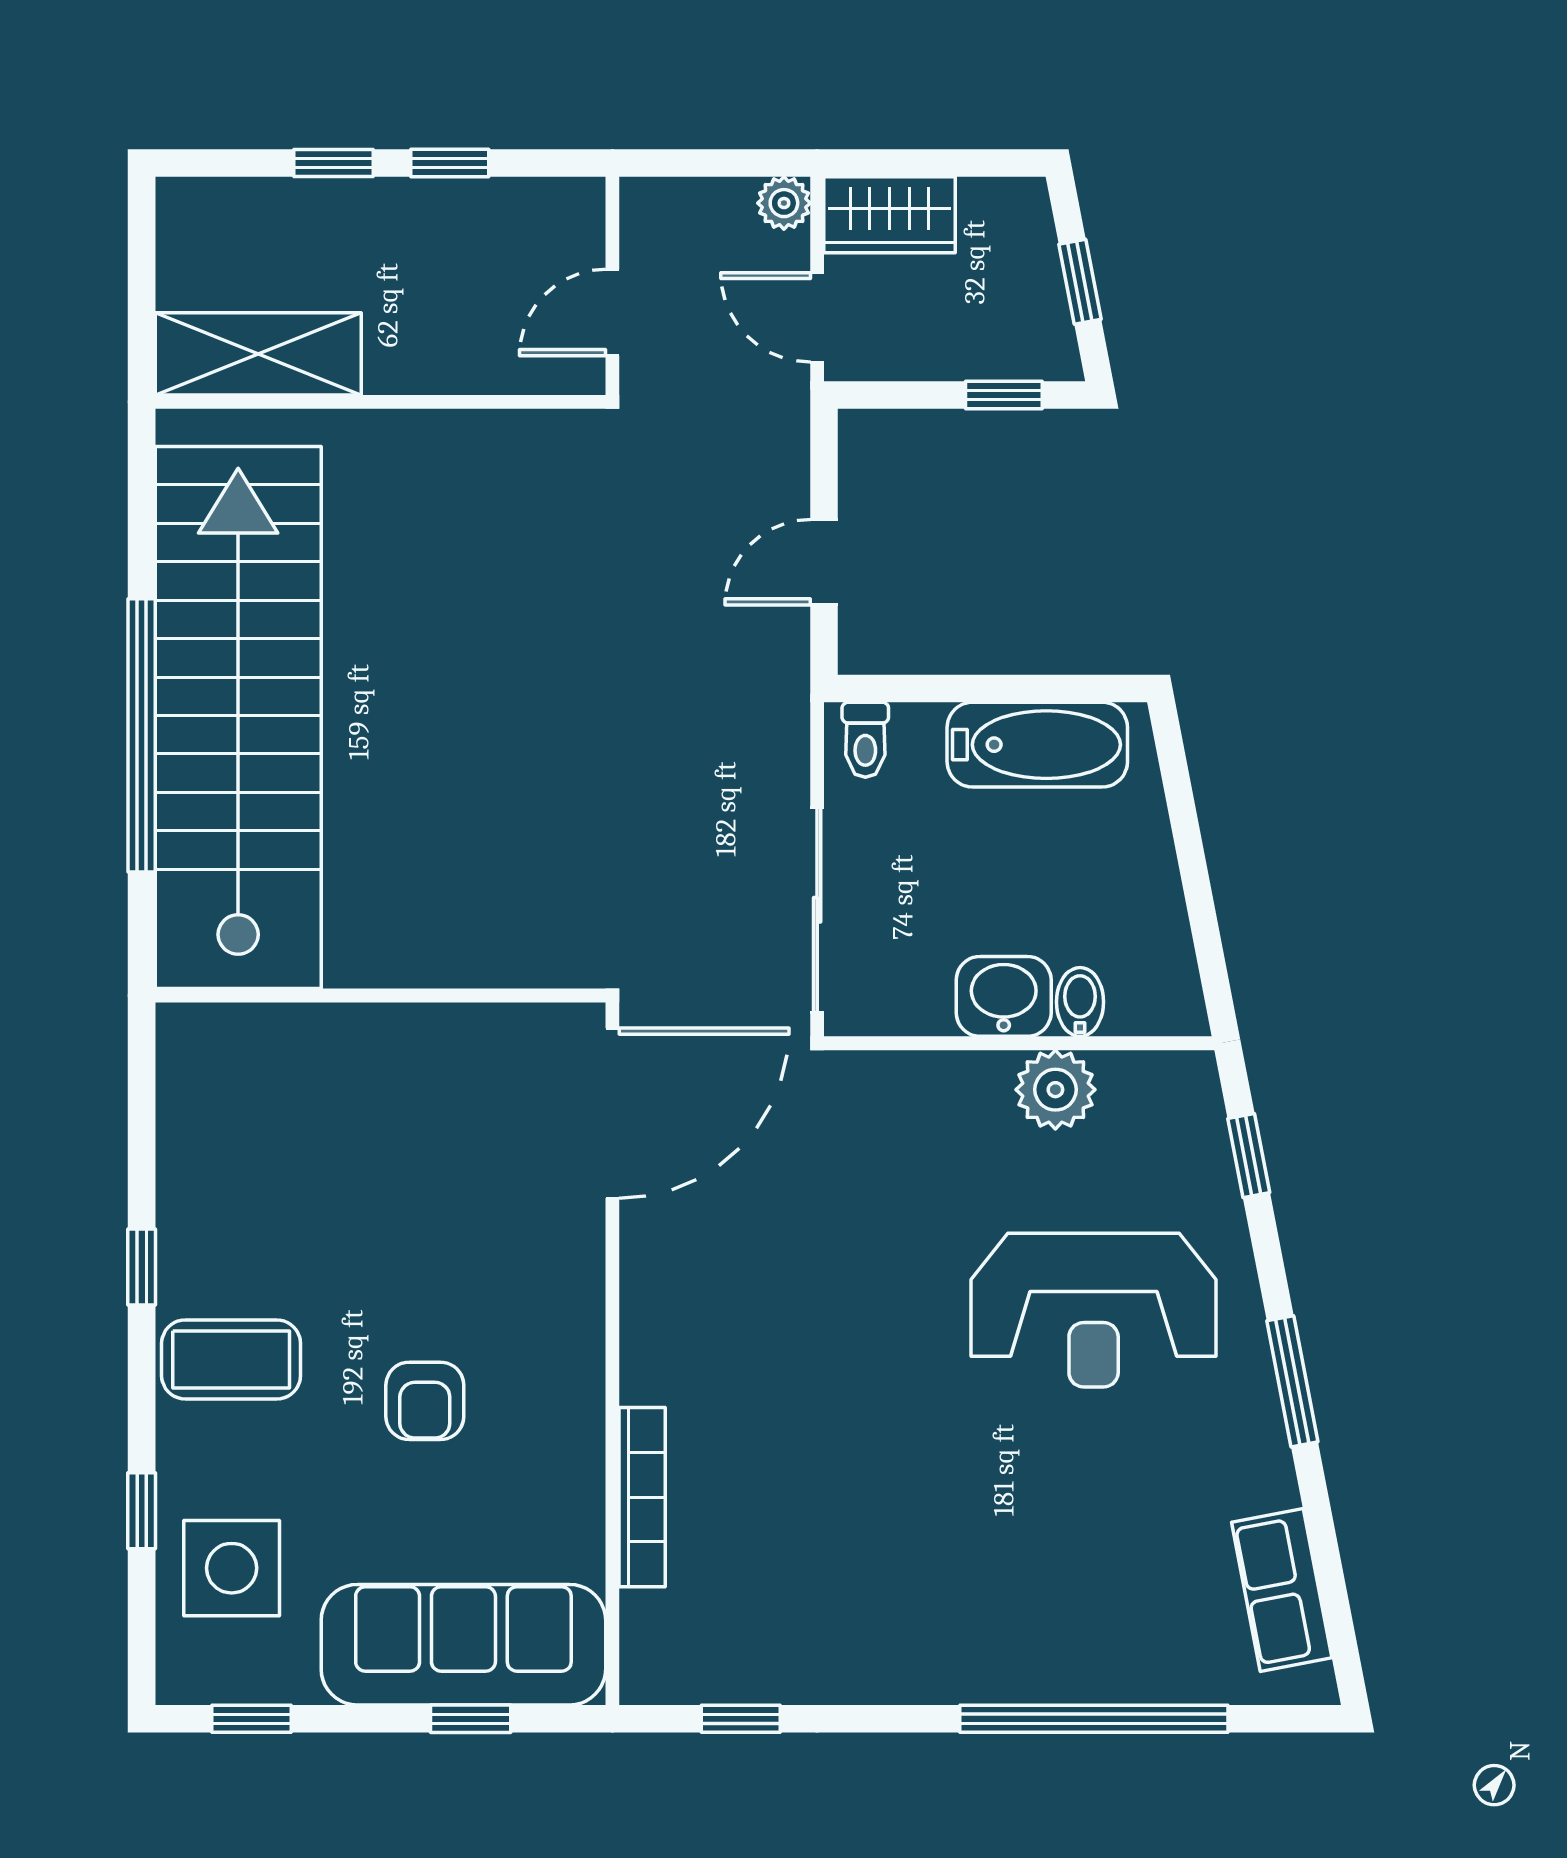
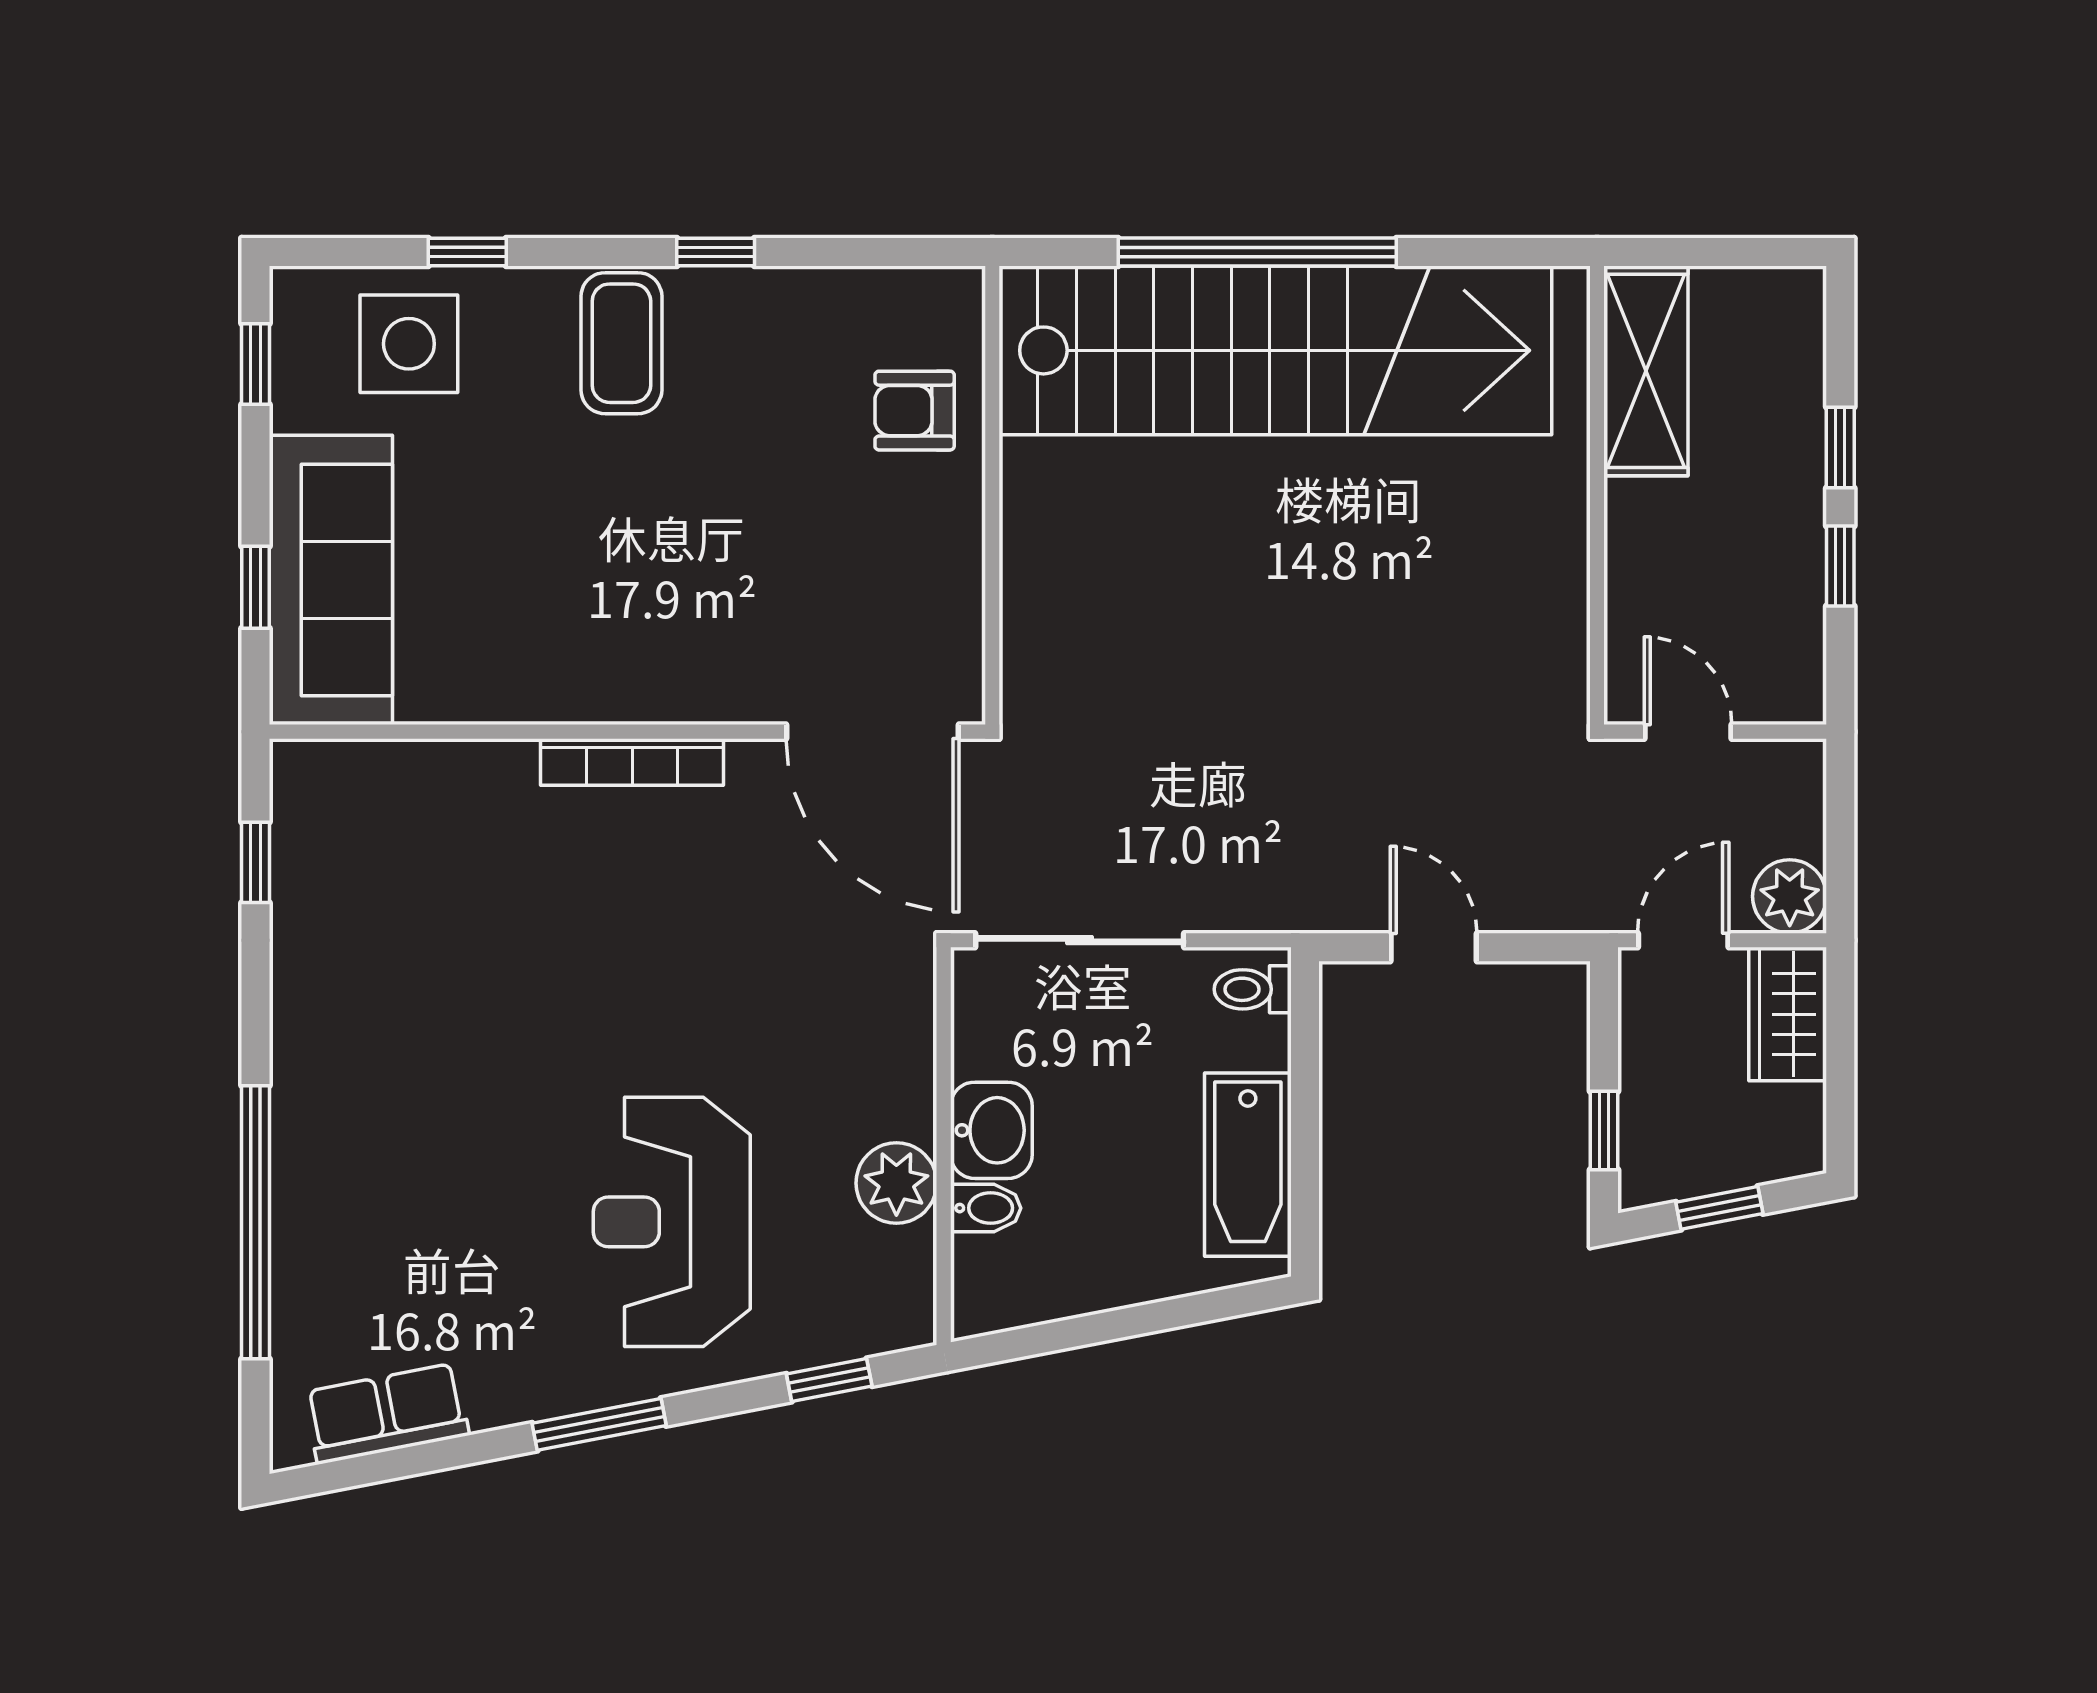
plant: (784, 203) -> (1790, 896), width x1.38, depth x1.38
armchair: (425, 1401) -> (915, 411), moved
bookcase: (642, 1497) -> (632, 762), moved

